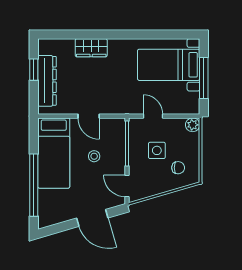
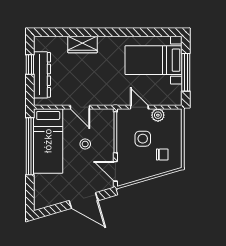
plant: (193, 125) -> (158, 115), moved
window: (34, 185) -> (30, 146), moved

